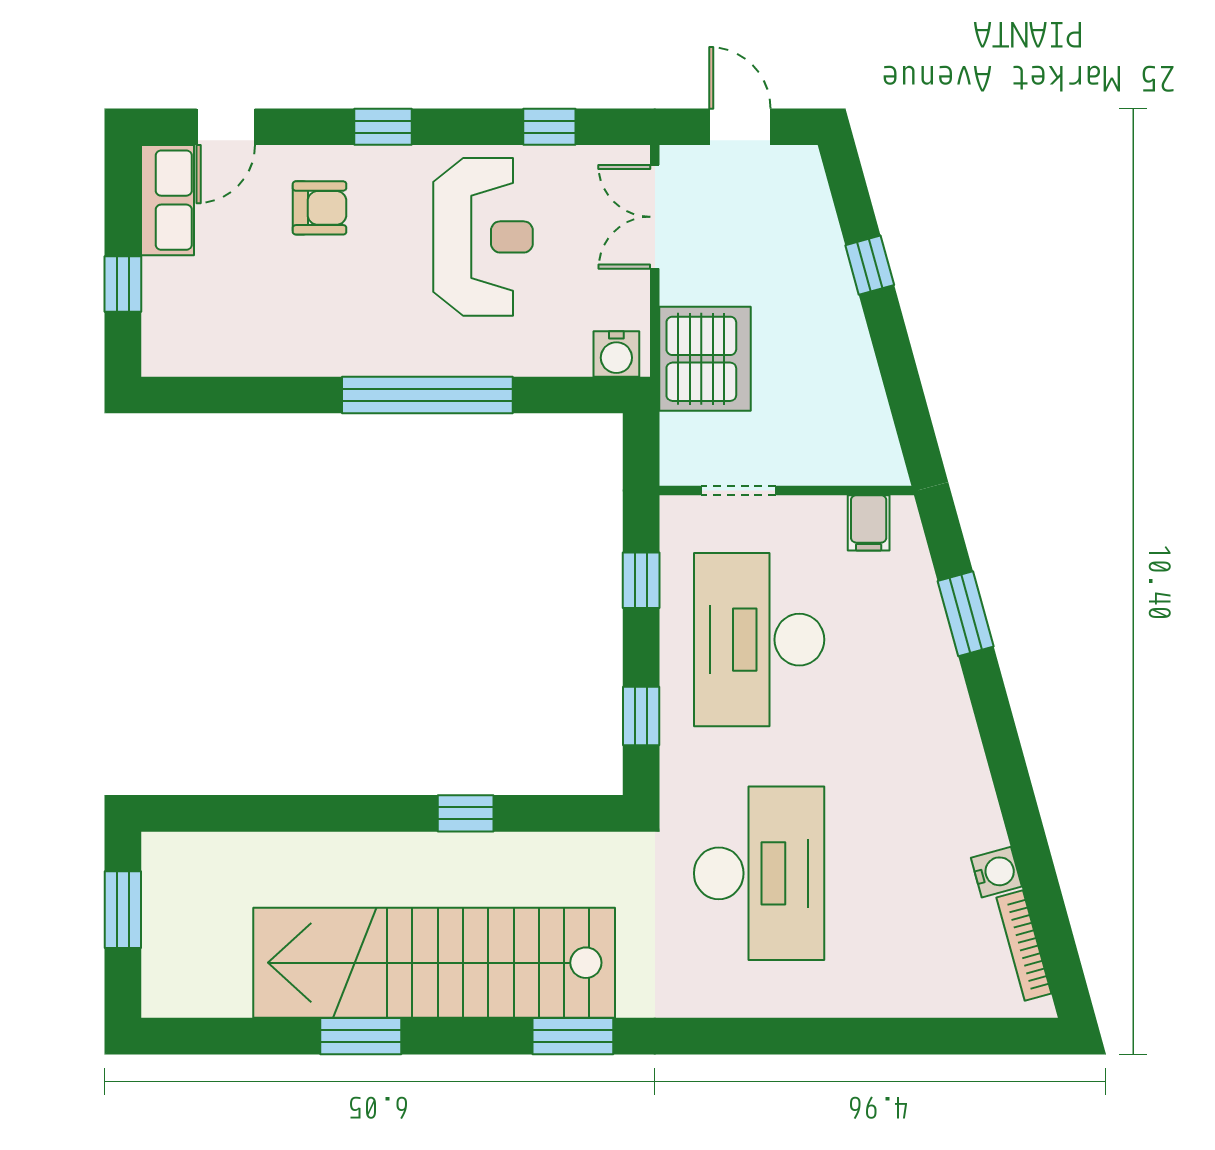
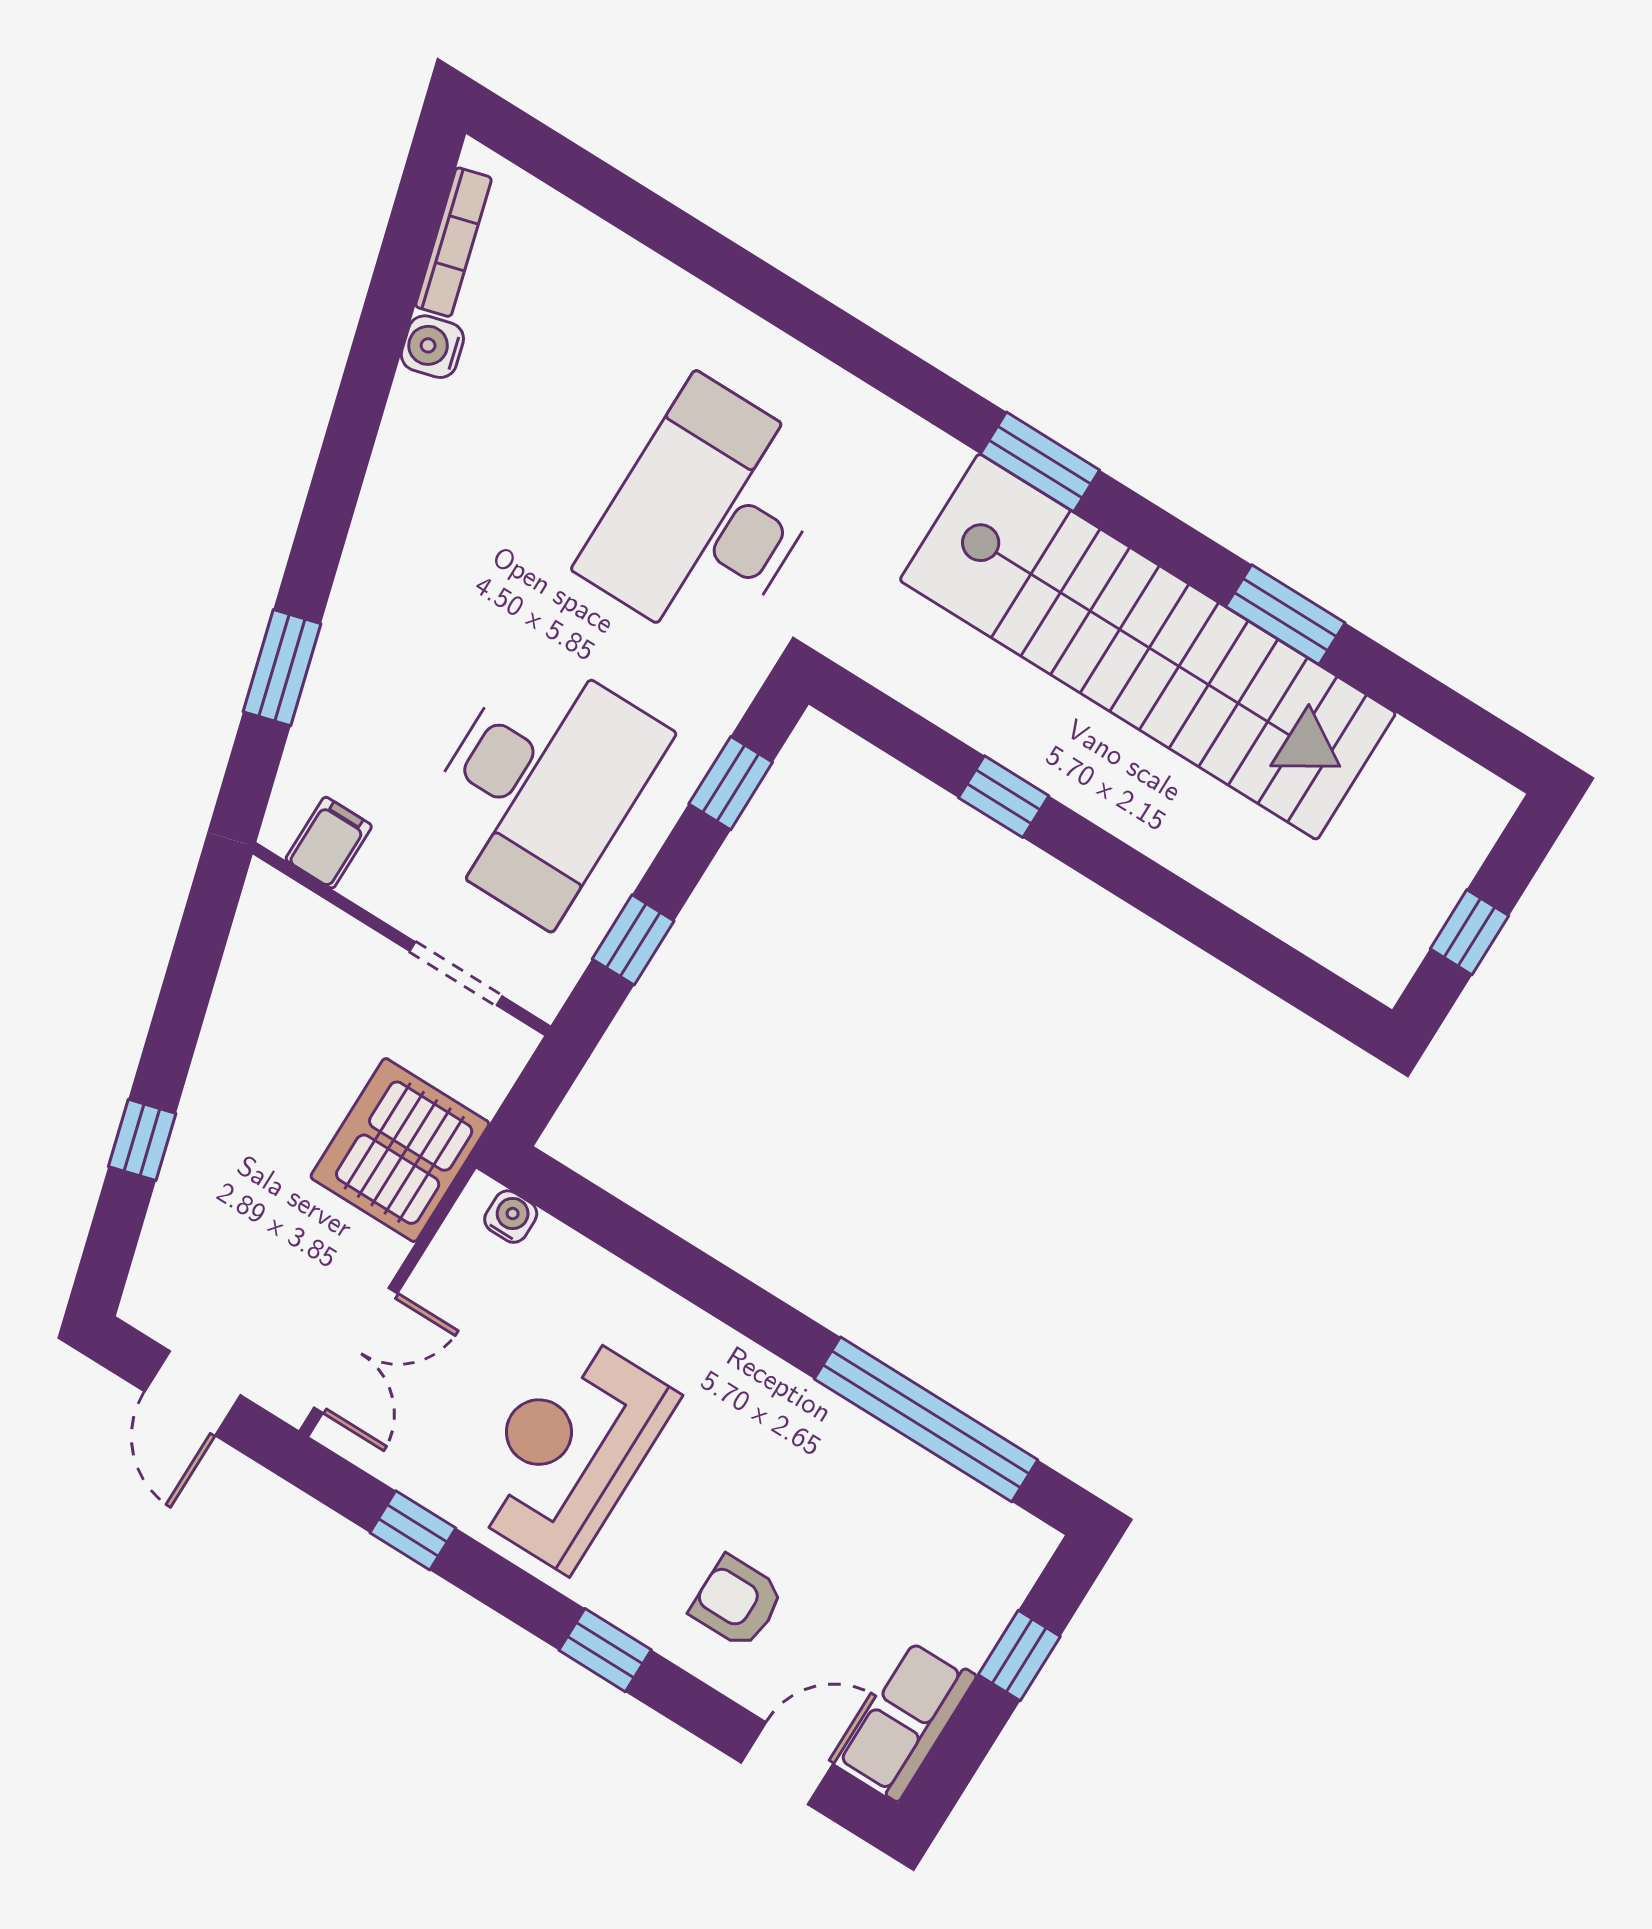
water cooler: (616, 354) -> (511, 1217), width x0.72, depth x0.72
window: (427, 395) -> (926, 1419), moved
window: (123, 910) -> (1469, 932), width x0.67

